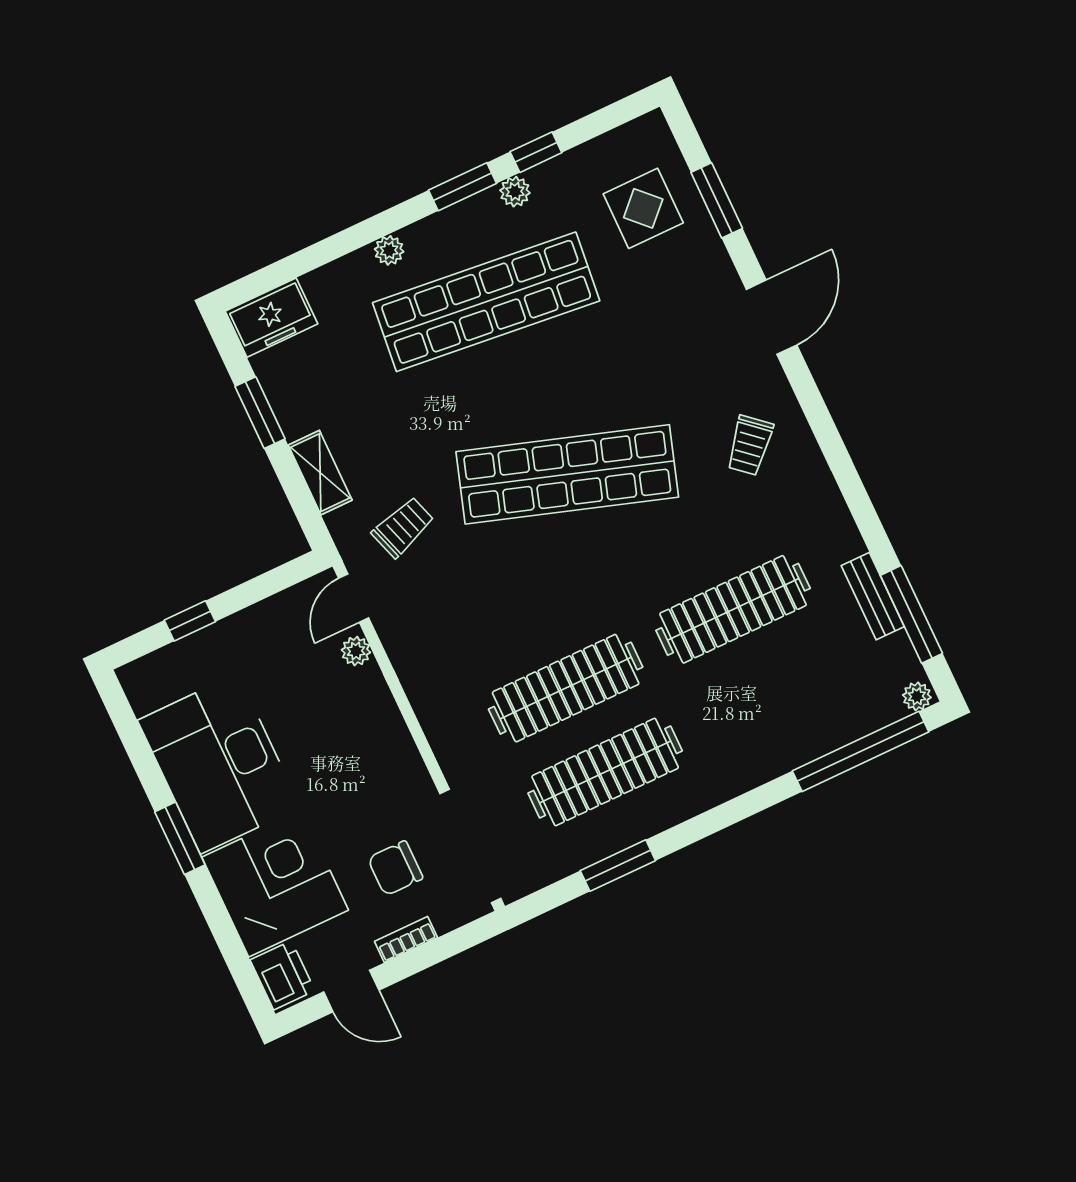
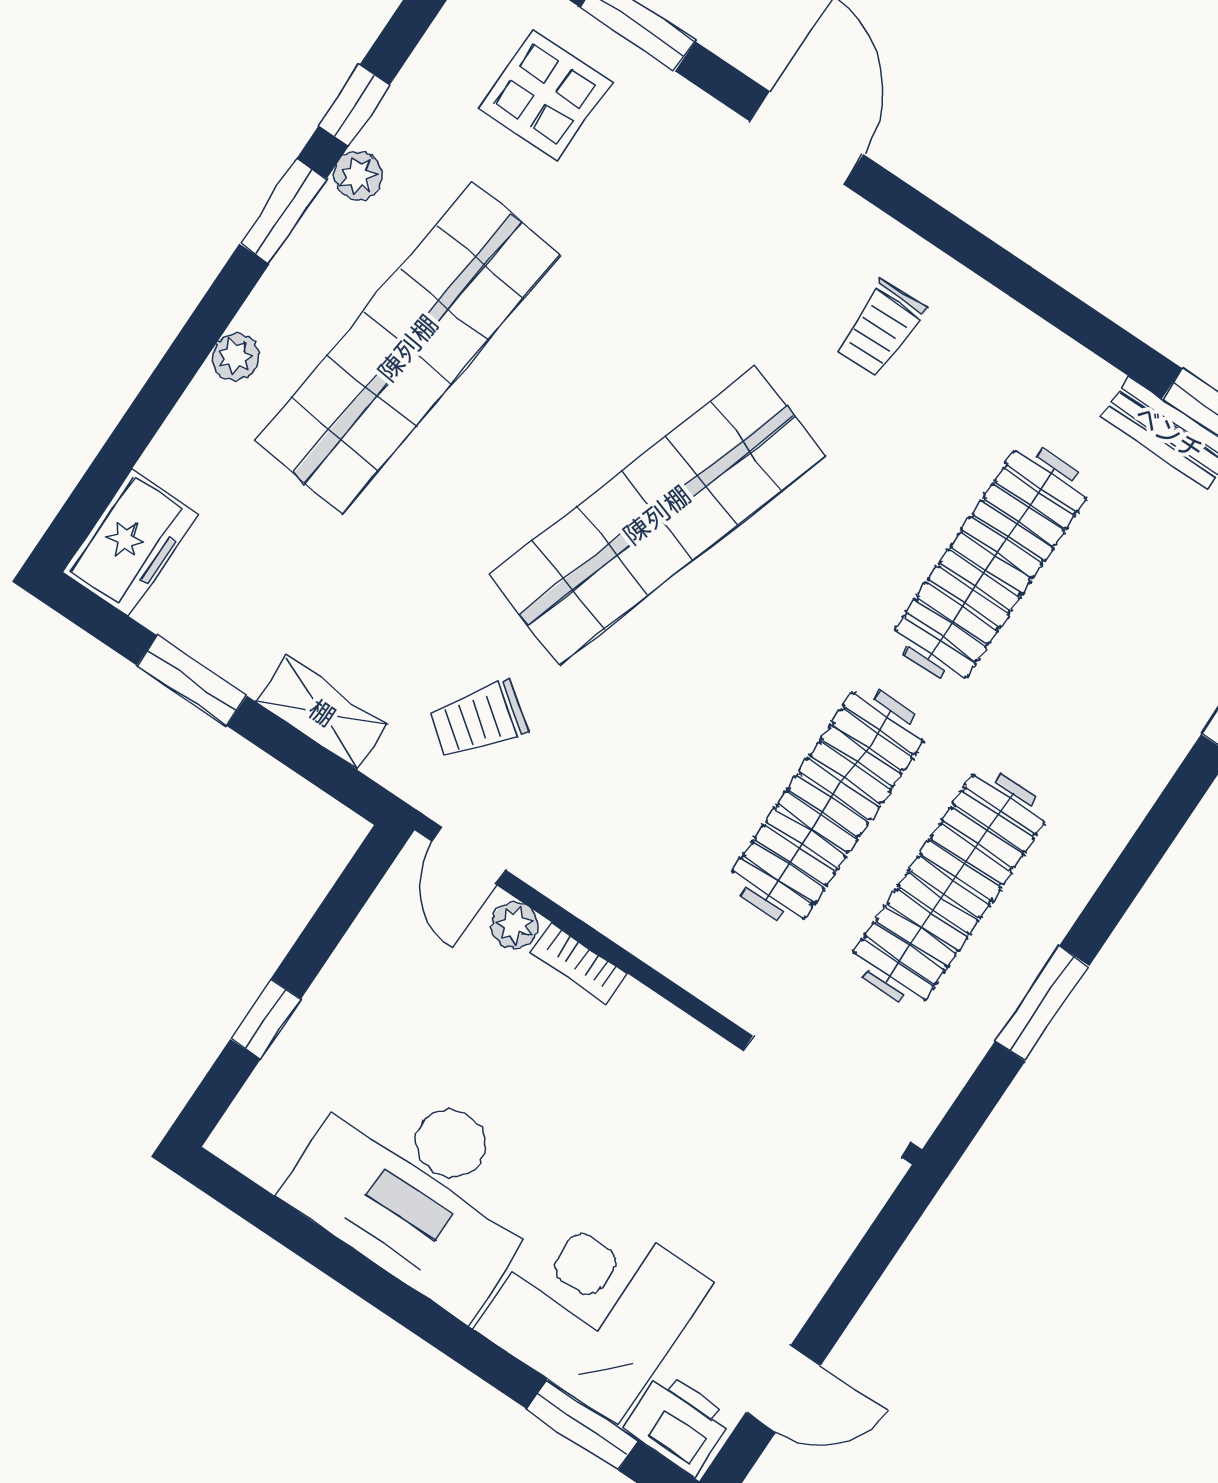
trolley: (750, 445) -> (880, 329), turned 49
trolley: (403, 527) -> (478, 720), turned -125
window: (180, 838) -> (583, 1425), moved
chair: (395, 868) -> (743, 1187), removed
bookcase: (406, 940) -> (579, 963), moved, turned -90

